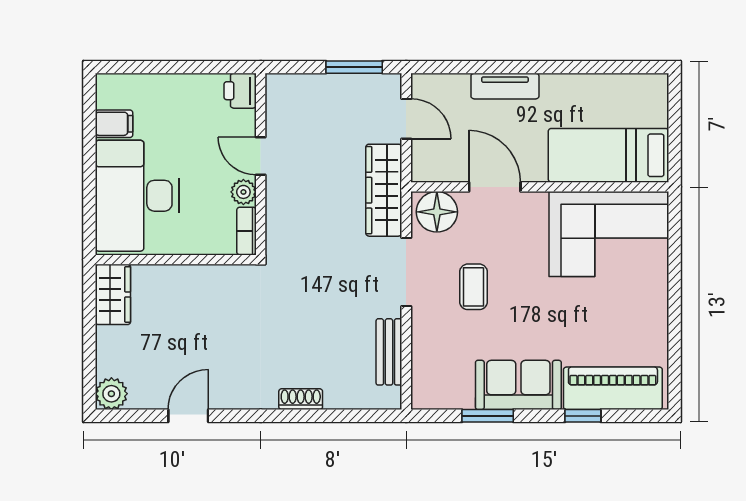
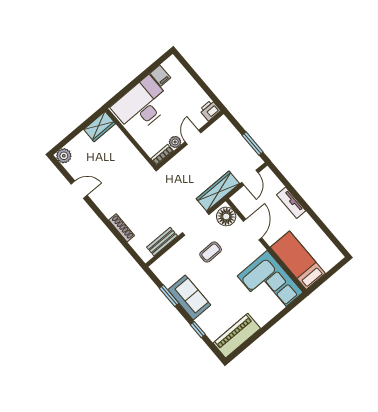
piano: (613, 388) -> (237, 336), moved, turned -90
shoe rack: (301, 399) -> (122, 228), width x1.43

